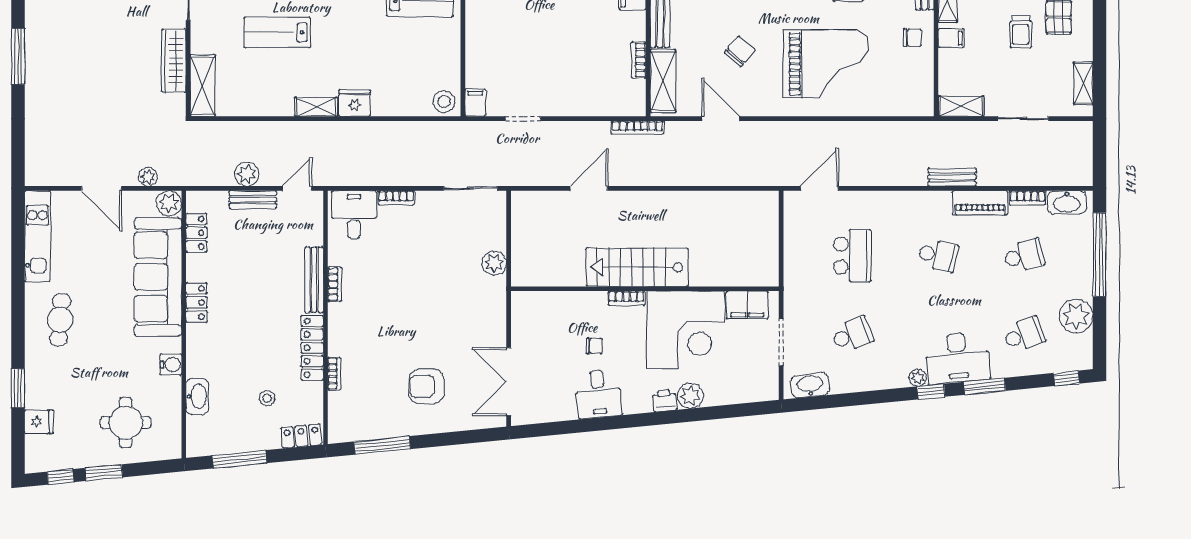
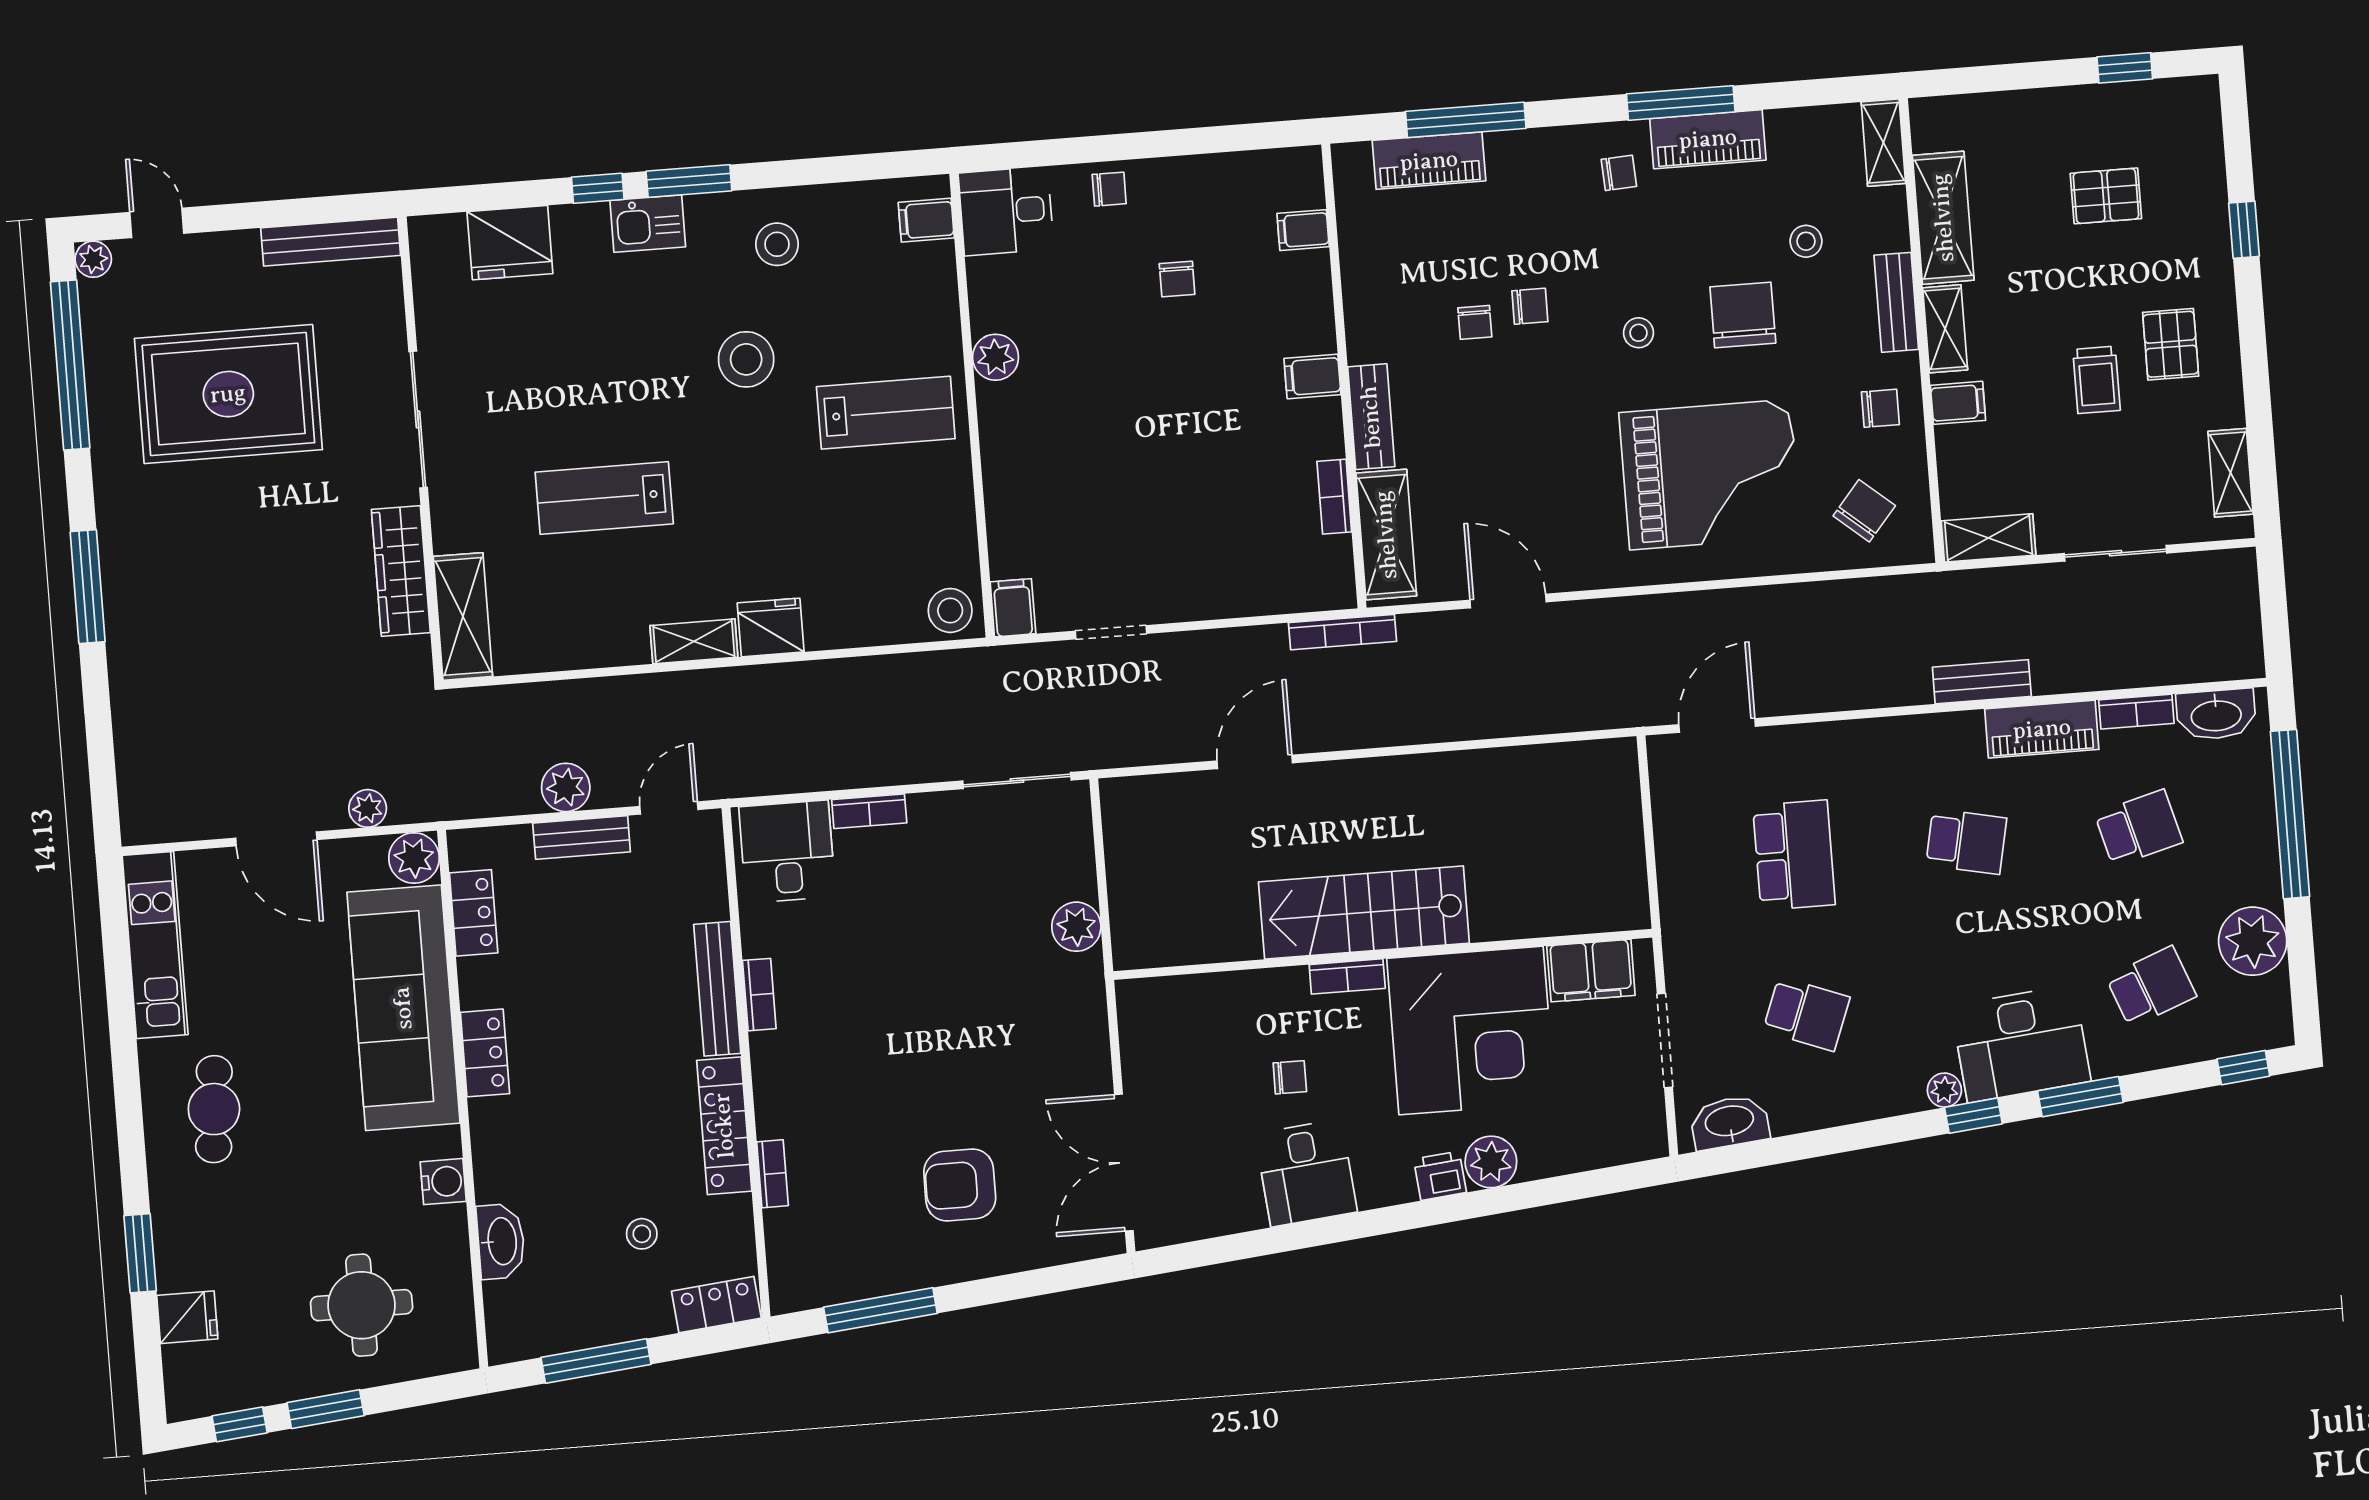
chair: (740, 51) -> (1864, 511), moved
school desk: (852, 335) -> (1806, 1014), turned 42

